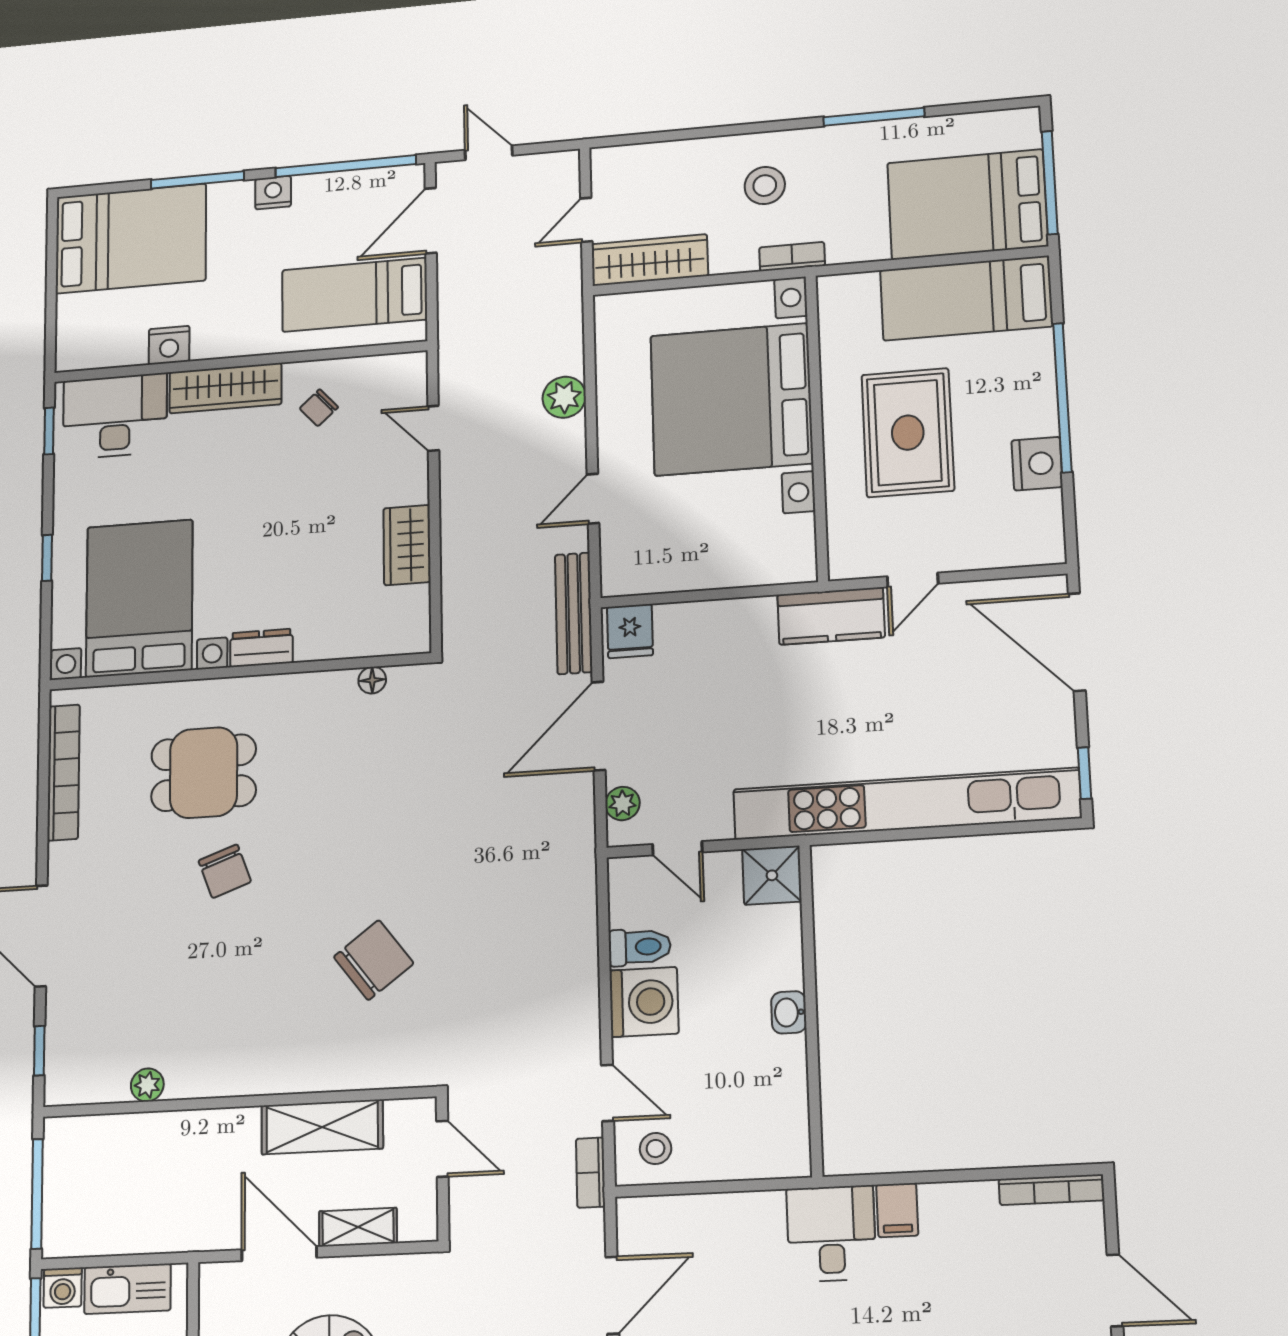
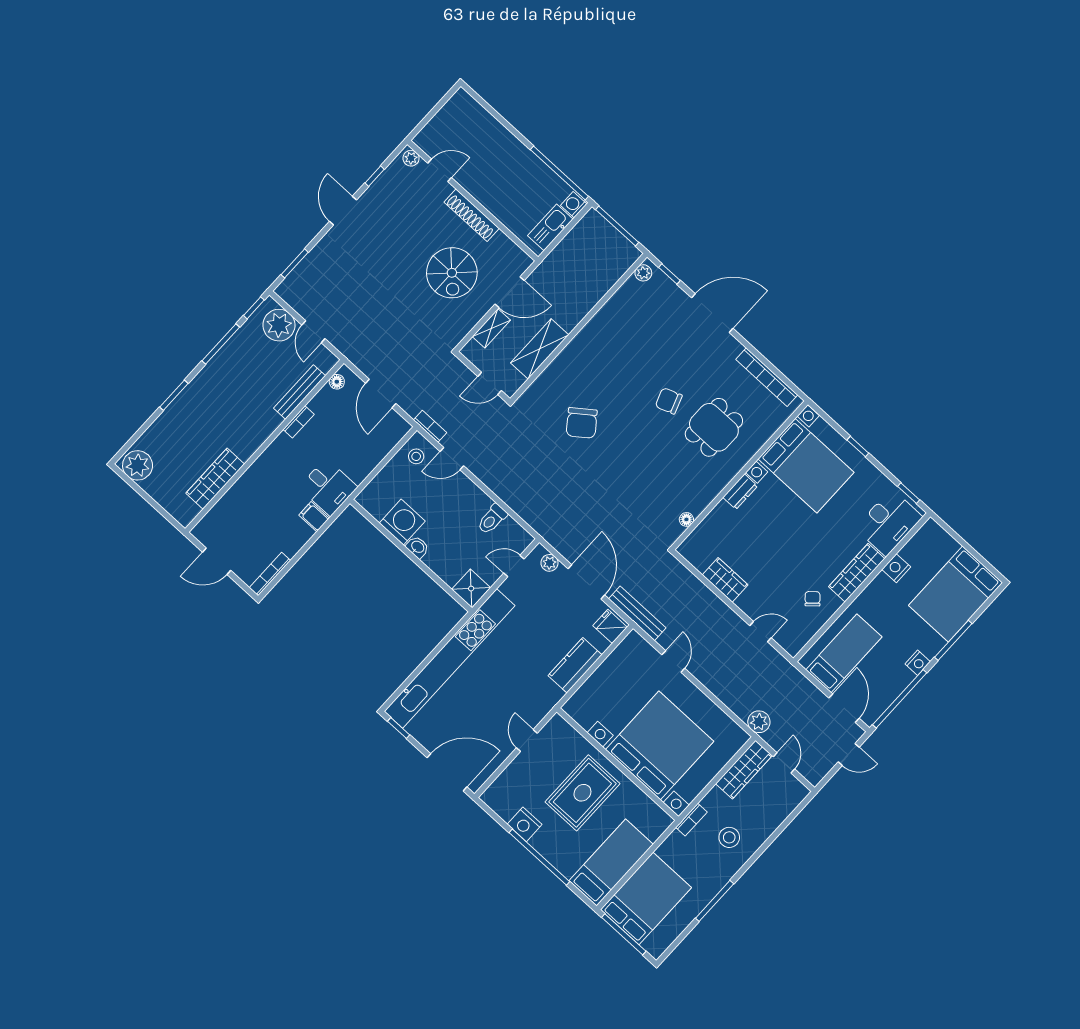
plant: (564, 397) -> (759, 722), moved
rug: (908, 433) -> (582, 793), turned 90
kitchen counter: (831, 616) -> (575, 665), moved
washing machine: (644, 1002) -> (402, 522), moved, turned 180
plant: (147, 1085) -> (643, 273), moved

